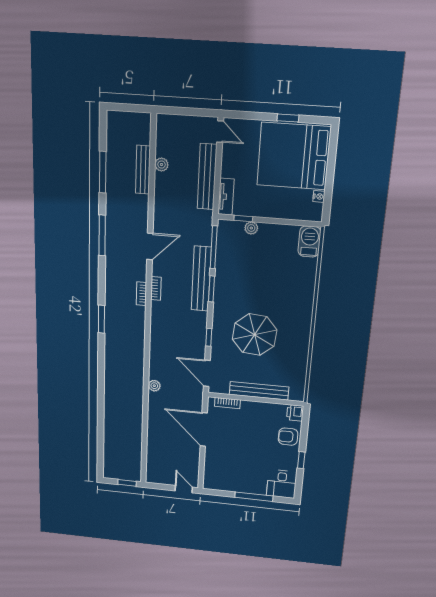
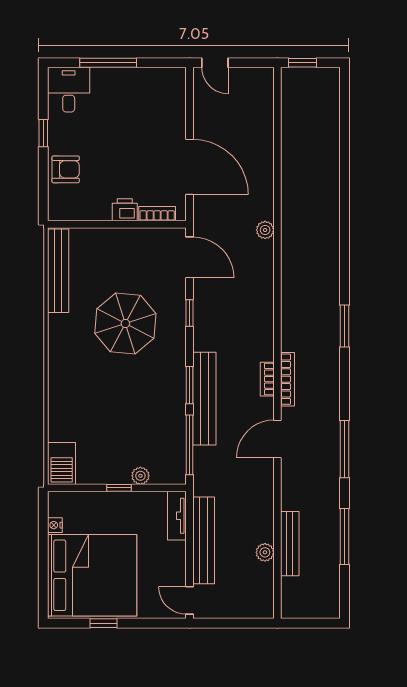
window: (243, 218) -> (119, 488), moved
bookcase: (141, 294) -> (288, 379), width x1.56
bench: (259, 391) -> (58, 271), moved, turned 90
printer: (295, 413) -> (125, 210), moved, turned -90

